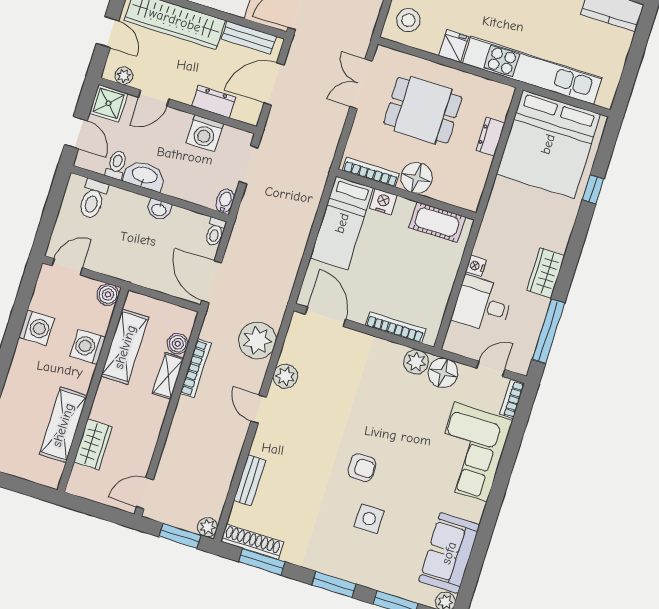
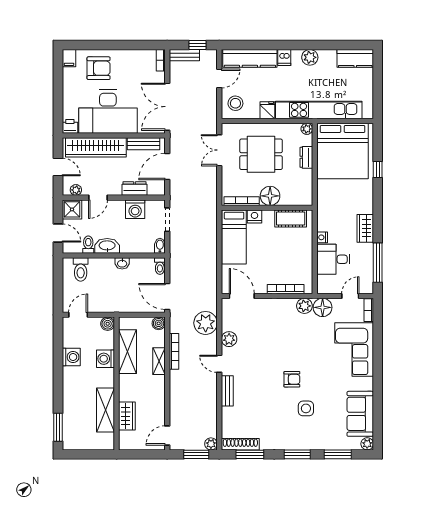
plant: (505, 93) -> (307, 129), added
boiler: (178, 344) -> (159, 323), moved
bench: (250, 480) -> (227, 391), moved

